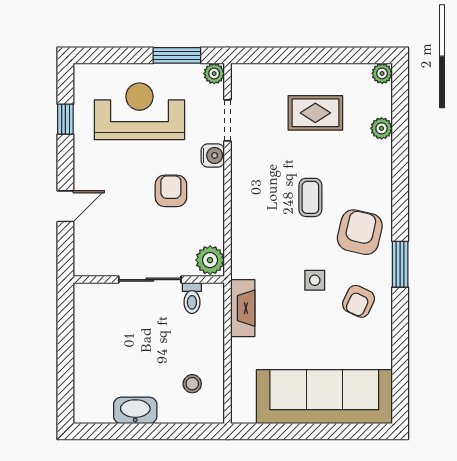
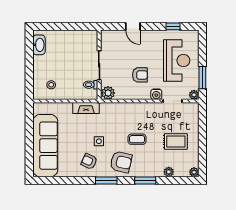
rug: (315, 113) -> (176, 141), turned 90
window: (400, 179) -> (145, 180), added
washbasin: (135, 410) -> (39, 45), moved

